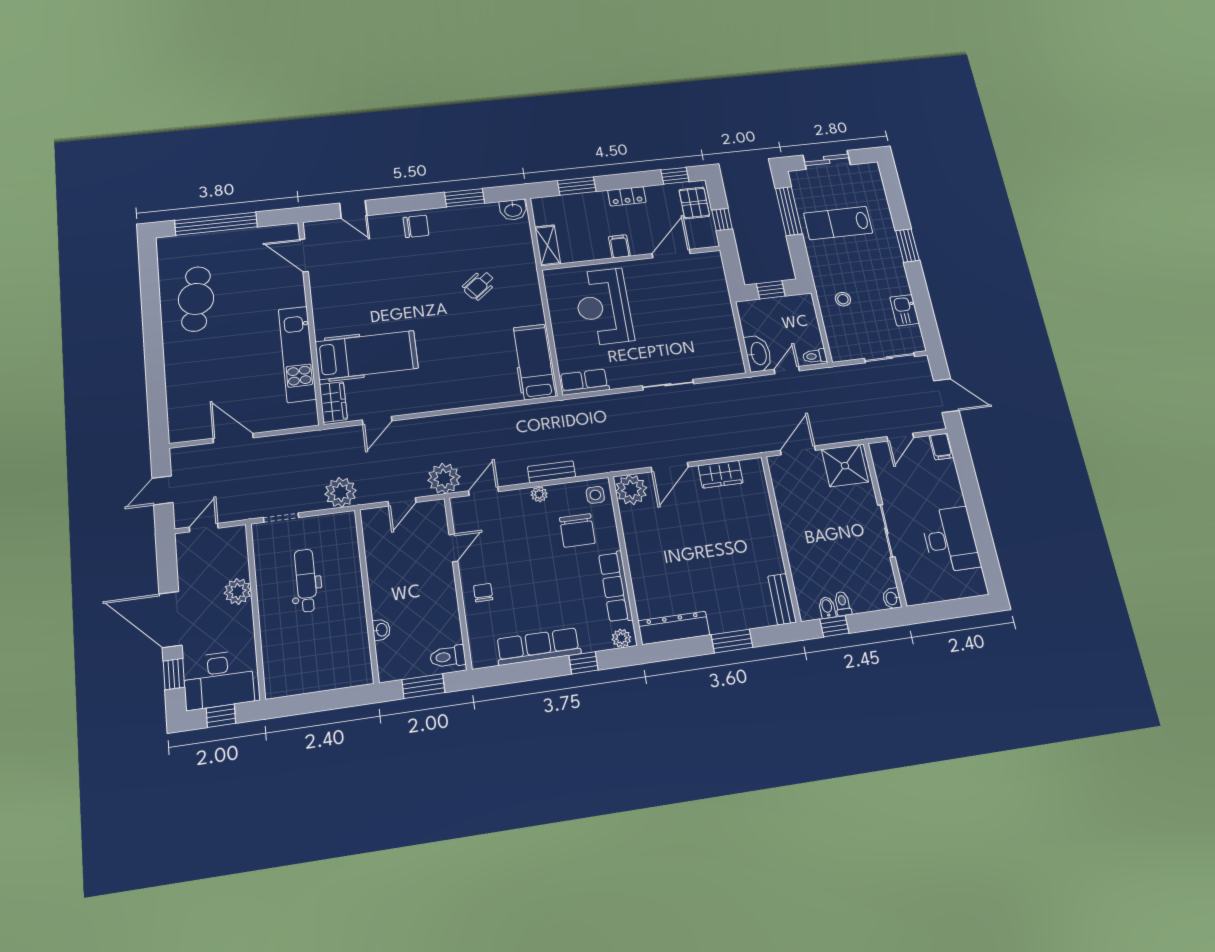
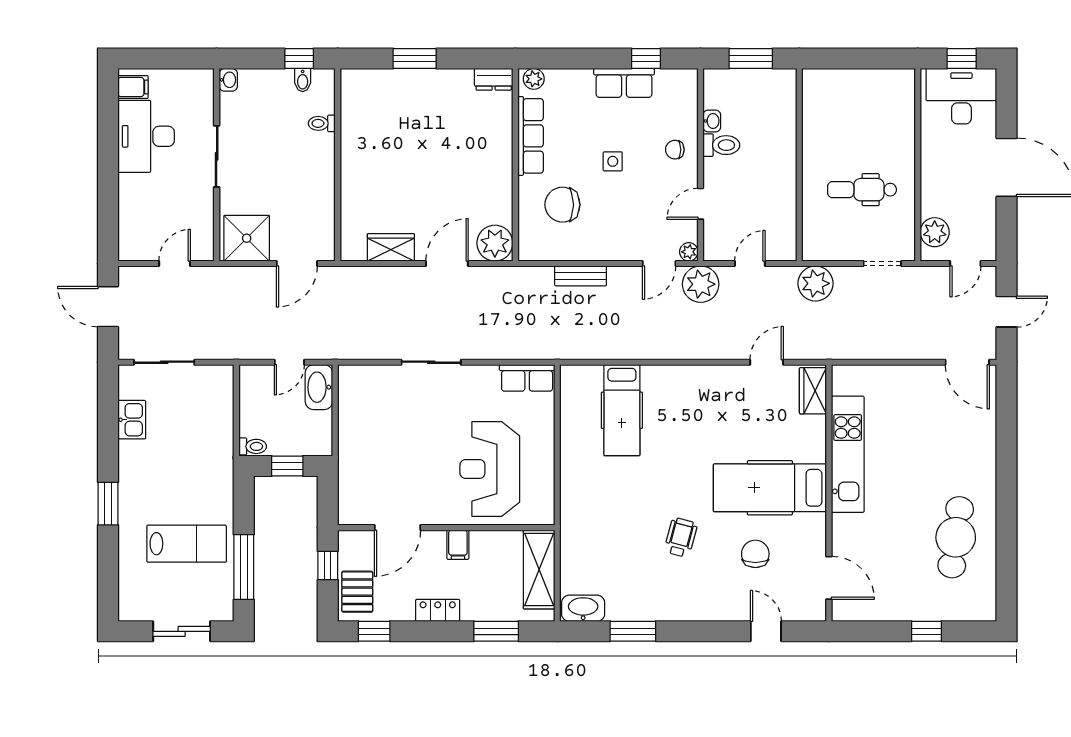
washbasin: (513, 210) -> (583, 608), width x1.38
window: (216, 224) -> (927, 631), width x0.32
chair: (416, 226) -> (755, 554), moved, turned 90
shelving: (548, 245) -> (539, 569), width x1.50, depth x1.33
wheelchair: (479, 285) -> (681, 537), moved, turned -37
stool: (843, 299) -> (203, 443), removed
reception desk: (603, 307) -> (490, 469), turned 180
hospital bed: (367, 355) -> (770, 488), moved
toilet: (815, 356) -> (253, 446), moved
hospital bed: (534, 362) -> (622, 410), moved
door: (233, 438) -> (967, 362), moved
filing cabinet: (941, 447) -> (133, 87), moved, turned 90
plant: (539, 494) -> (689, 252), moved
side table: (595, 495) -> (613, 161), moved
chair: (577, 530) -> (562, 205), turned -90
dental chair: (306, 580) -> (862, 190), turned 90
plant: (238, 591) -> (935, 232), moved
chair: (483, 593) -> (675, 150), turned 90
bench: (782, 599) -> (351, 96), removed
toilet: (843, 604) -> (322, 123), moved, turned 90
dresser: (674, 628) -> (494, 79), width x0.51, depth x0.80
washbasin: (381, 630) -> (712, 121), moved, turned 180
row of seats: (538, 646) -> (624, 83), width x0.68
toilet: (448, 657) -> (721, 145), moved
window: (583, 663) -> (646, 59), moved
window: (174, 674) -> (1007, 109), removed

